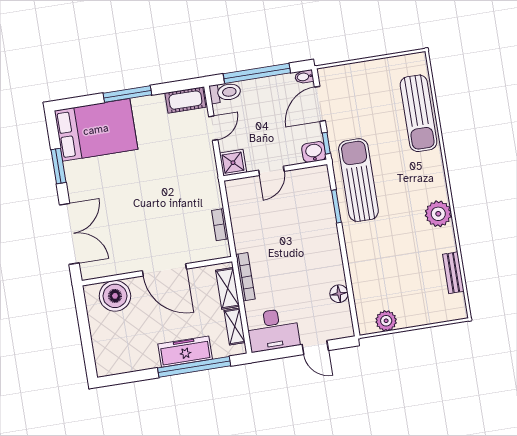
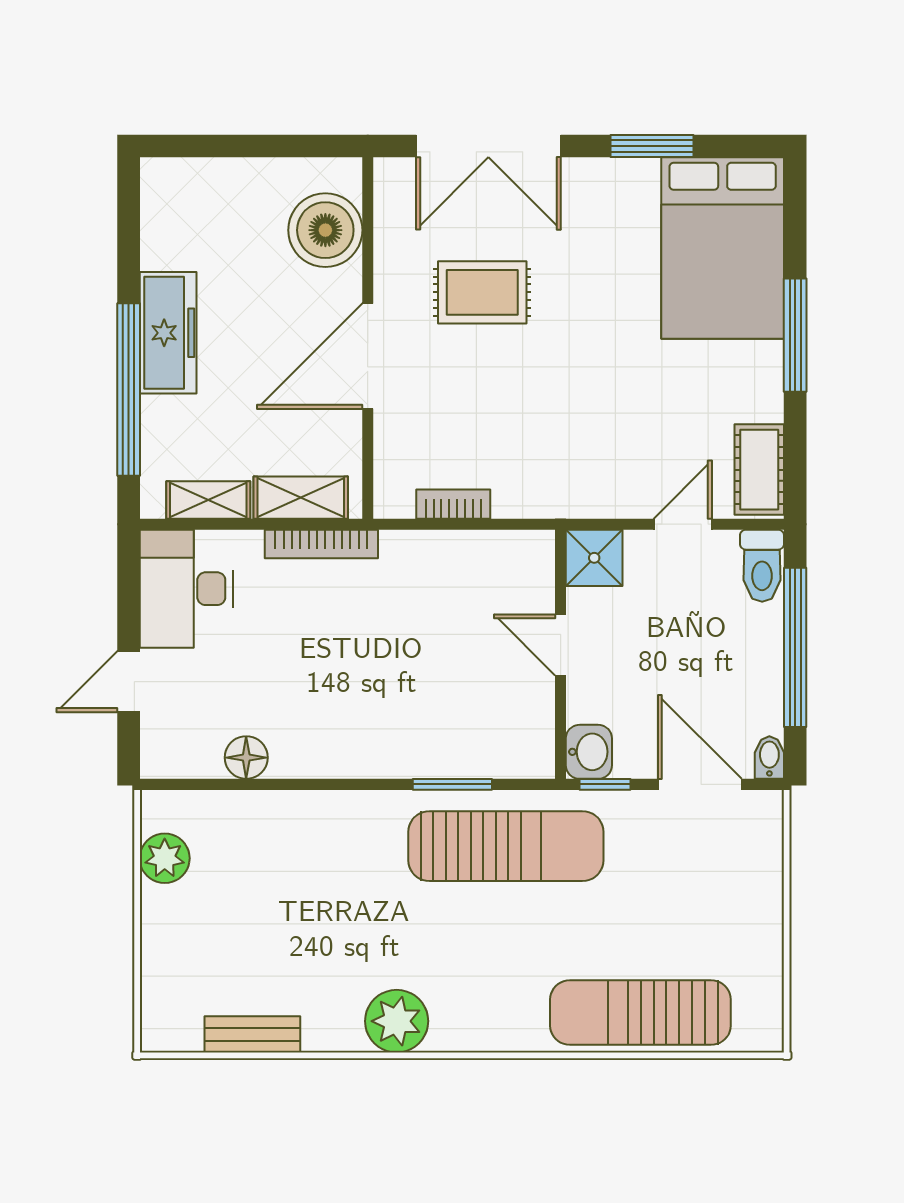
door: (213, 128) -> (683, 524), swing flipped
rug: (130, 227) -> (482, 292), added
freezer: (185, 352) -> (168, 333), moved

